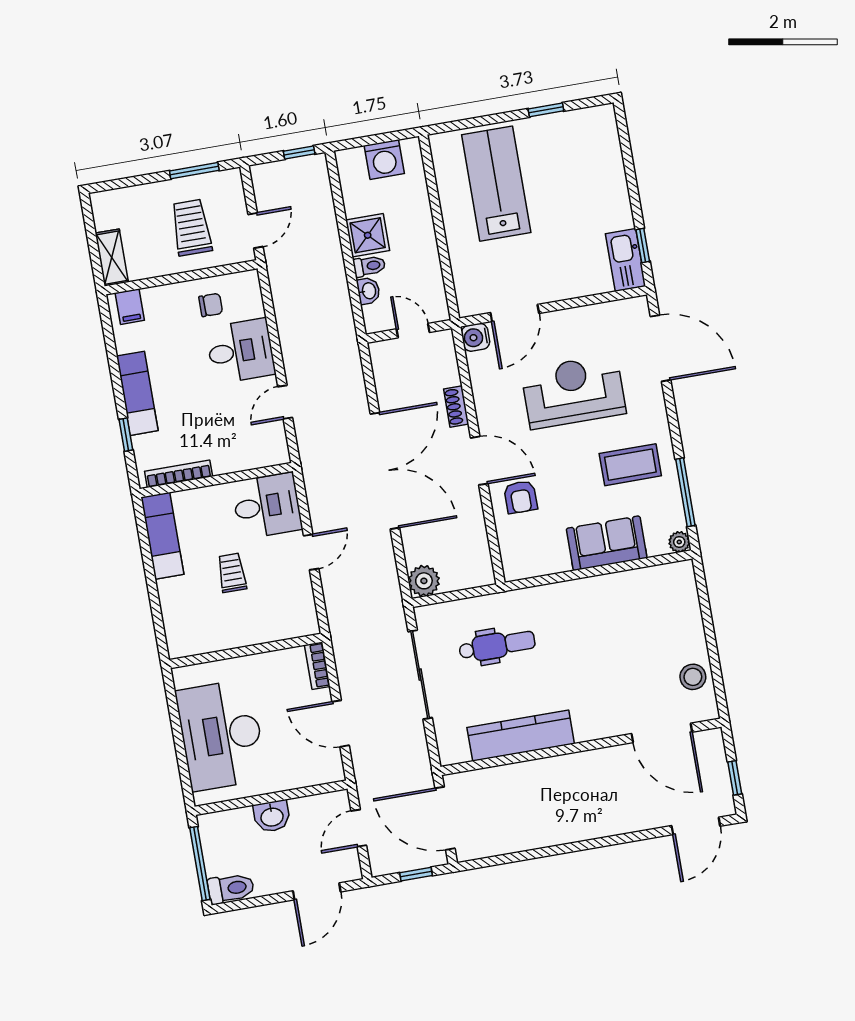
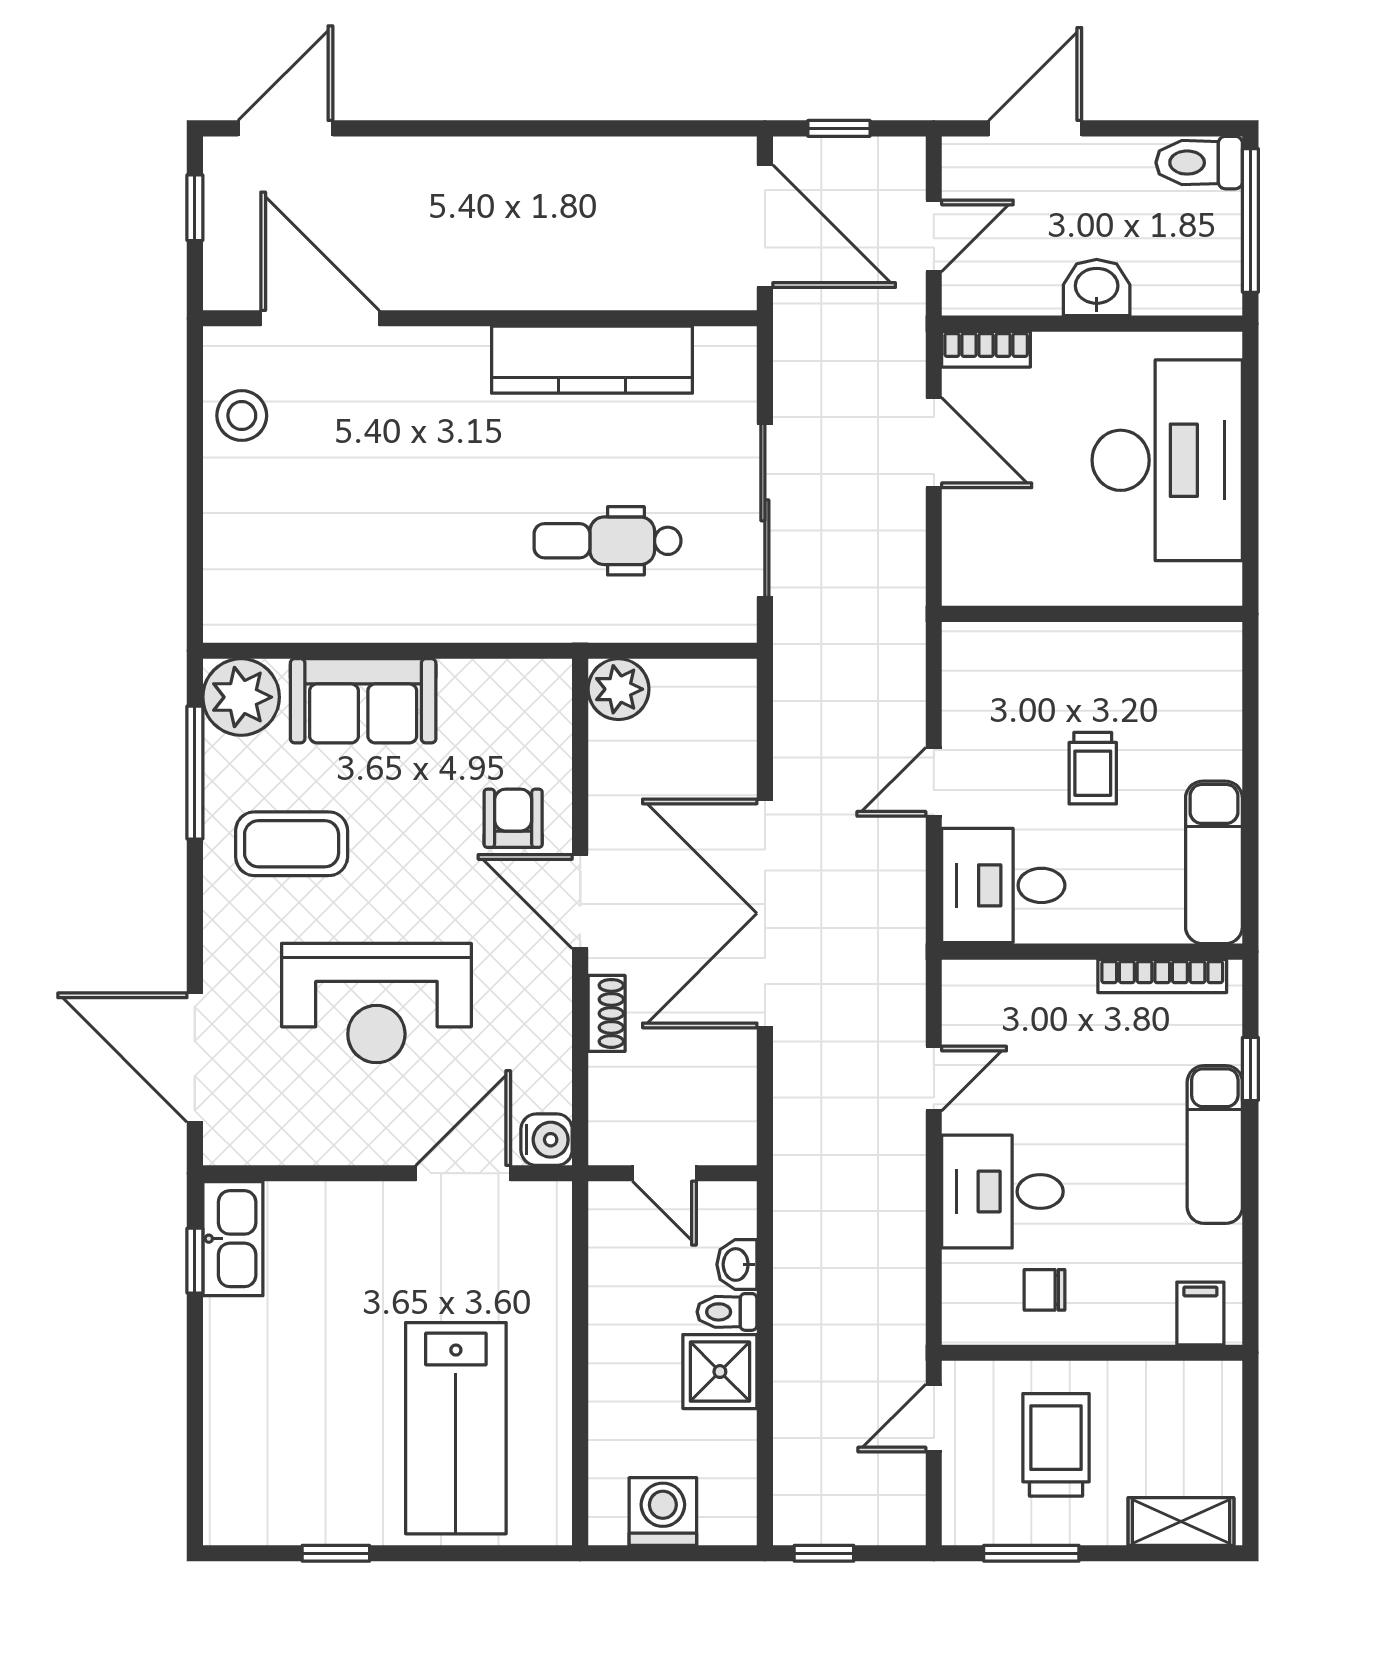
trolley: (191, 228) -> (1056, 1445), turned 180
shelving: (112, 258) -> (1181, 1522), moved, turned 90
plant: (679, 542) -> (241, 697), width x1.87, depth x1.87
plant: (424, 581) -> (618, 689), moved
bookcase: (317, 666) -> (986, 349), moved, turned 90

